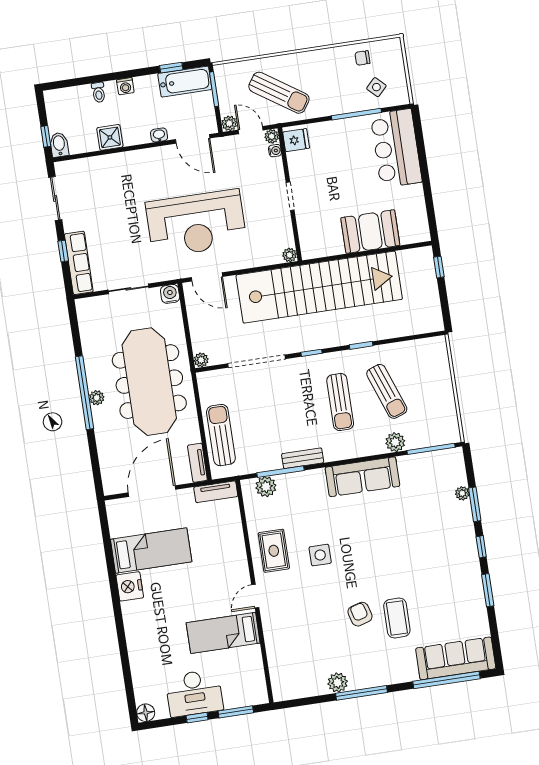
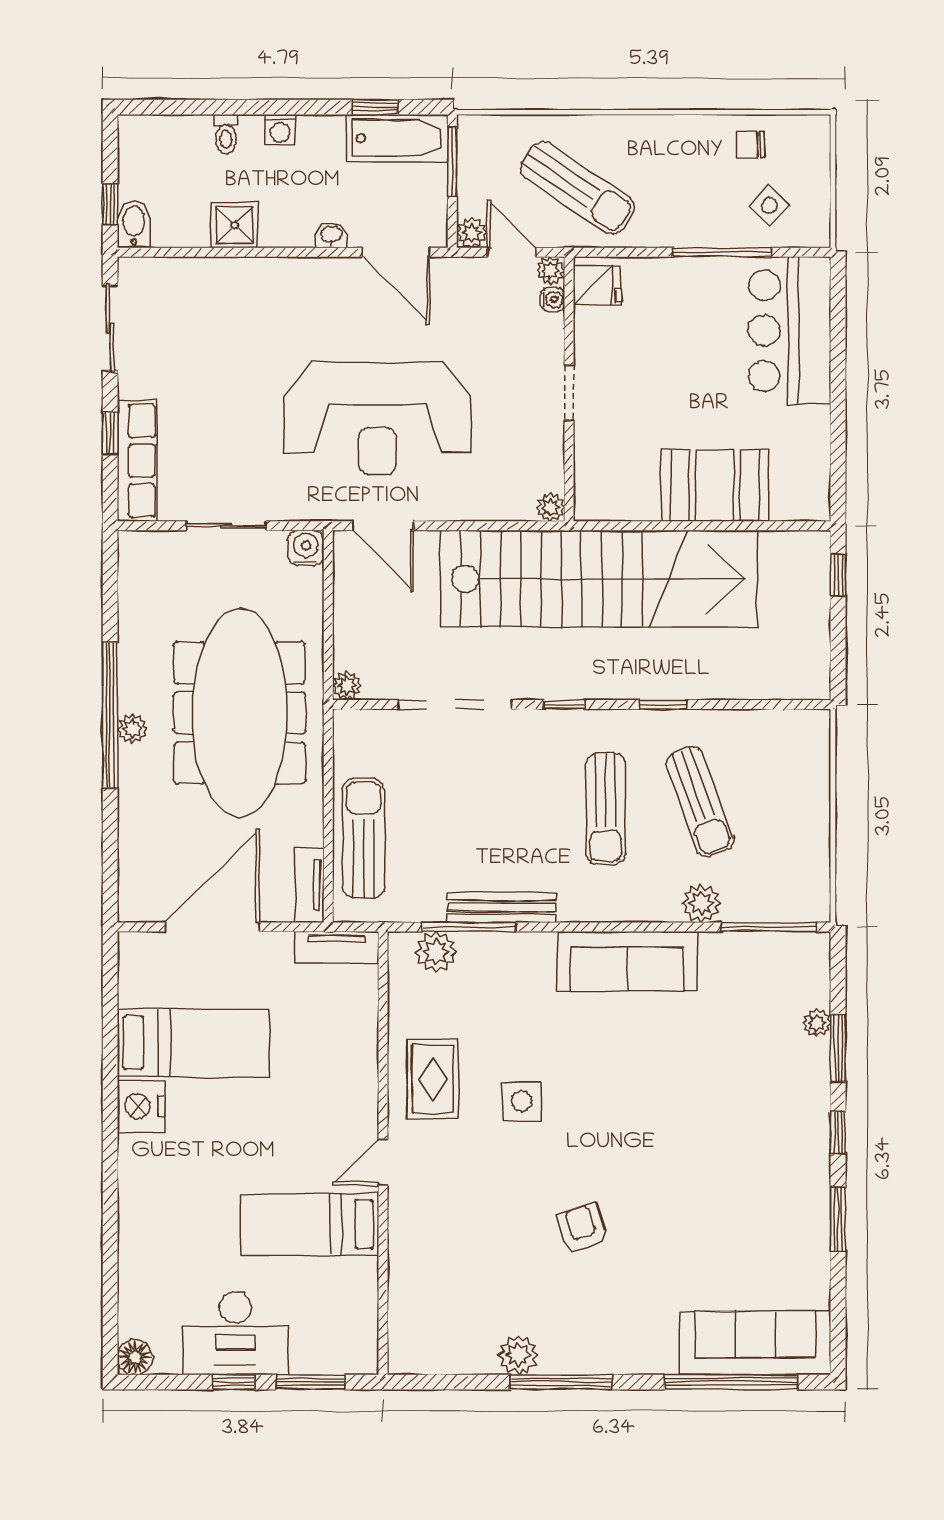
bench: (303, 458) -> (501, 907), width x1.36
coffee table: (397, 618) -> (653, 1247), removed

